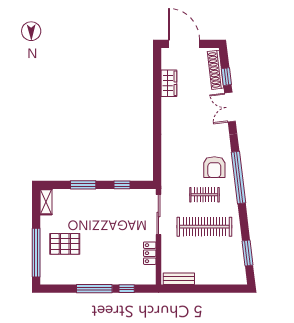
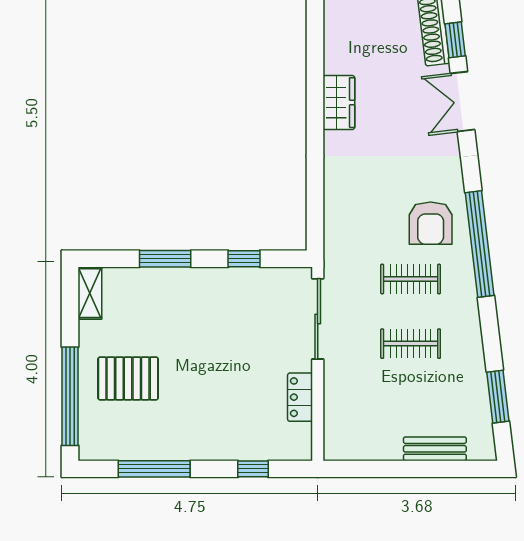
wardrobe: (169, 83) -> (339, 103), moved
clothes rail: (204, 227) -> (411, 344), width x0.54, depth x0.76
bench: (179, 279) -> (435, 449), moved
window: (94, 289) -> (154, 469), moved

